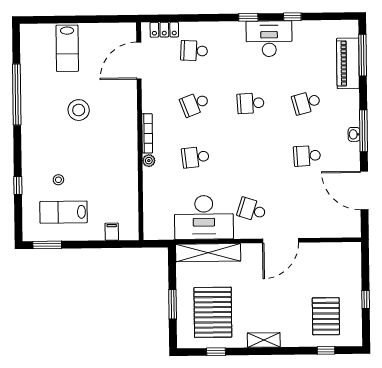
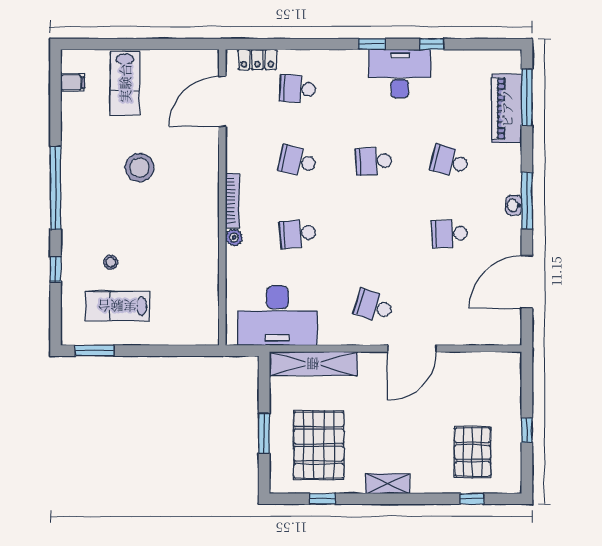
window: (17, 95) -> (56, 188), moved
school desk: (306, 103) -> (450, 161), turned 30
school desk: (195, 104) -> (298, 161), turned 33
door: (364, 190) -> (527, 282), hinge flipped
desk: (204, 217) -> (277, 316), moved
filing cabinet: (112, 232) -> (73, 83), moved, turned 90

